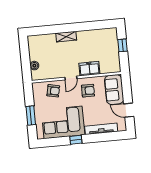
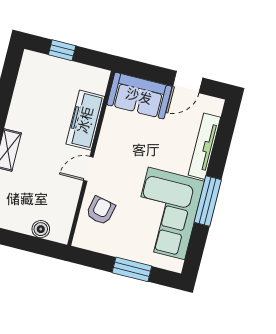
freezer: (89, 69) -> (85, 120), width x1.40
door: (71, 78) -> (88, 169), swing flipped
armchair: (88, 91) -> (124, 145), removed
window: (76, 140) -> (208, 201), width x2.17

